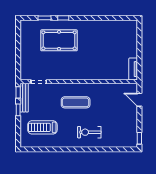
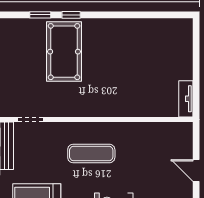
pool table: (59, 40) -> (64, 52), turned 90
door: (139, 100) -> (196, 170), moved

